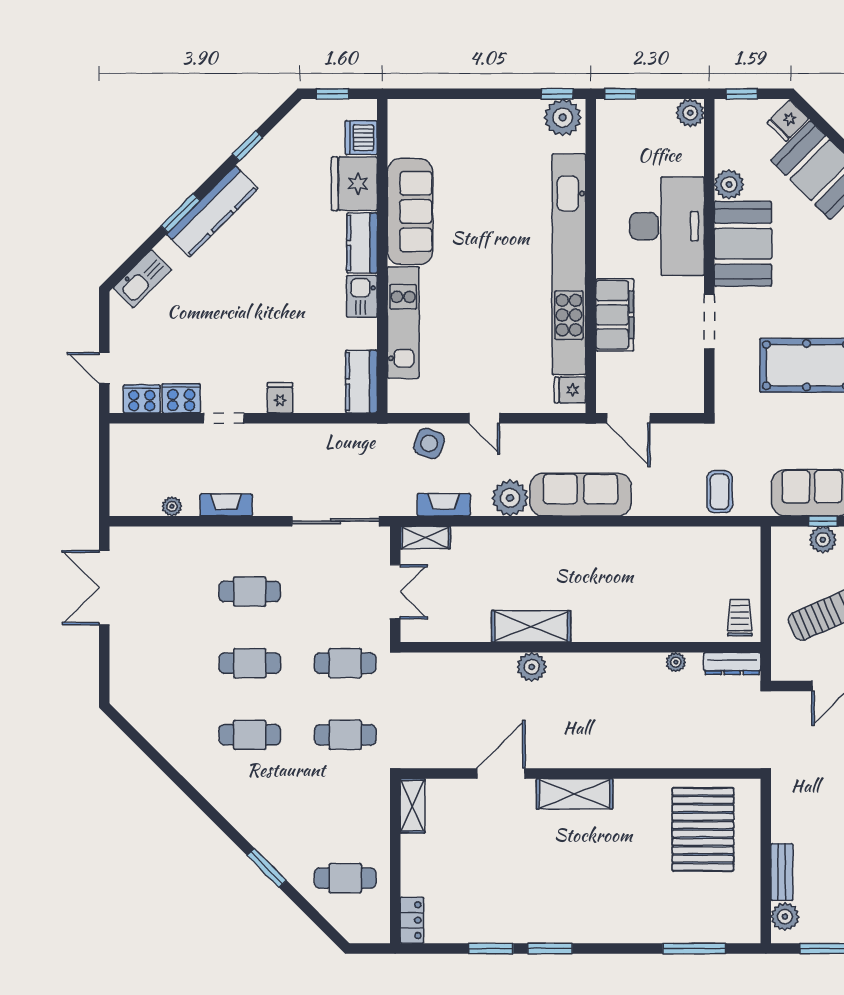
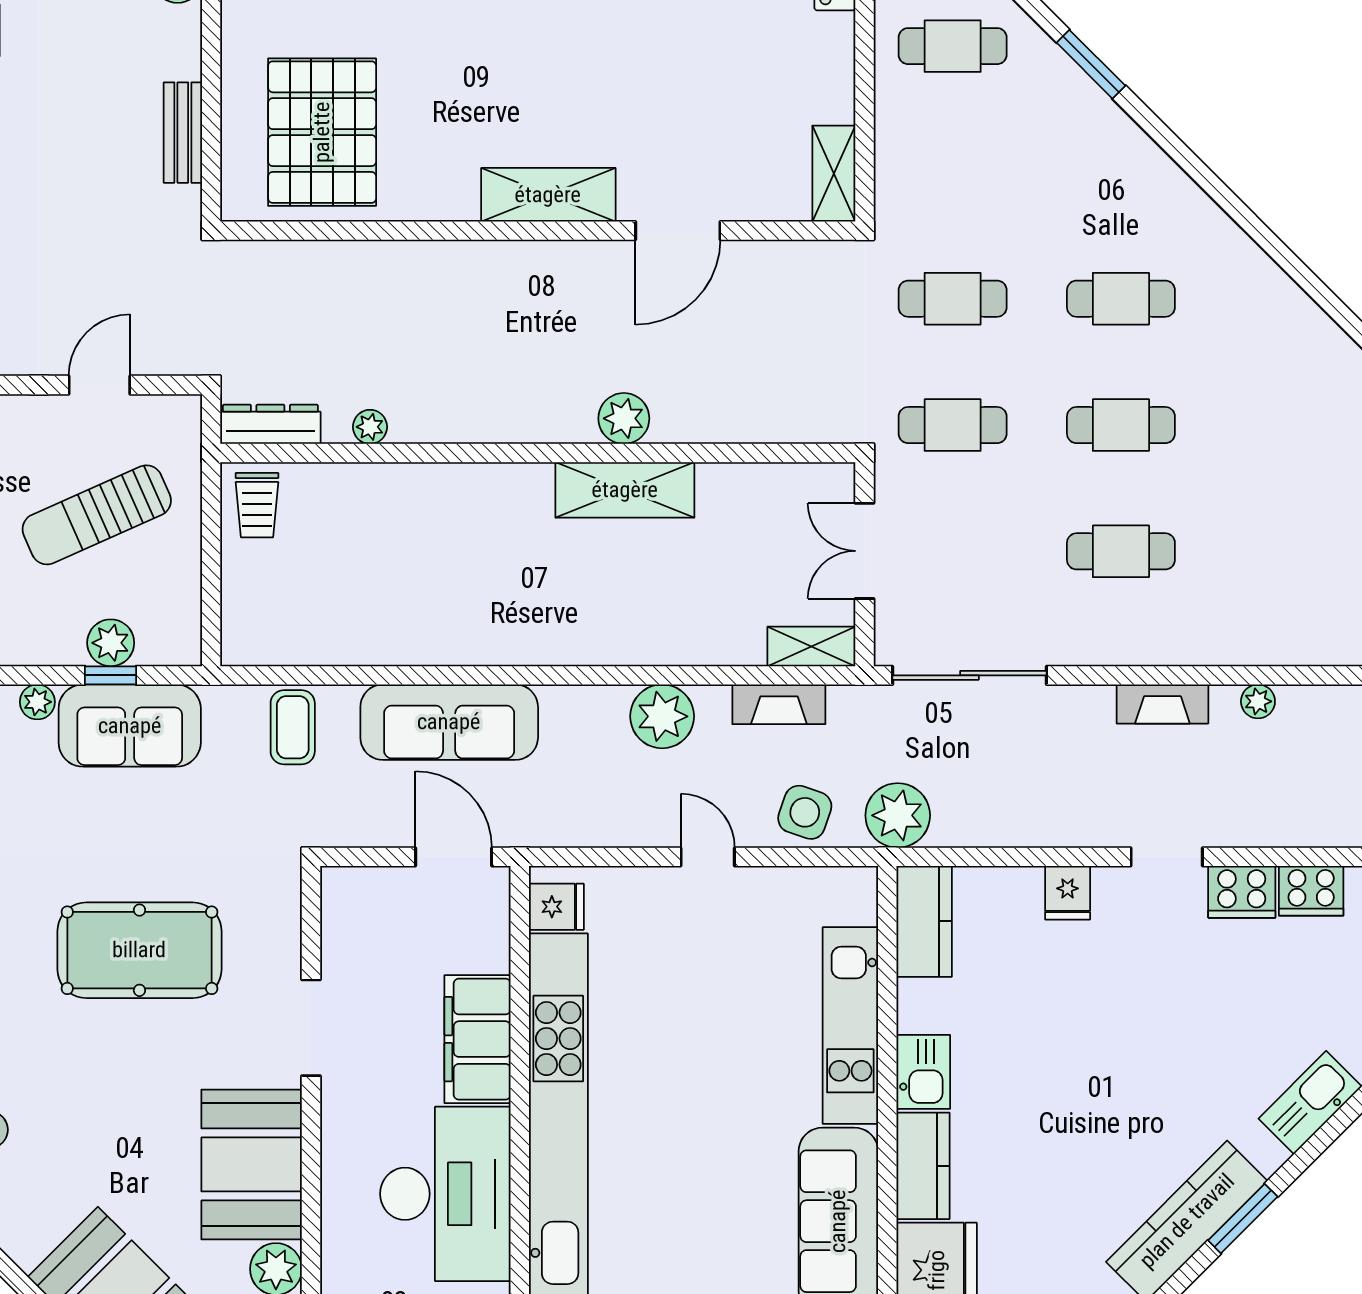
desk: (667, 226) -> (445, 1194), moved, turned 180
plant: (376, 442) -> (898, 815), added
sofa: (581, 495) -> (449, 722), moved
bench: (782, 872) -> (183, 133), moved

